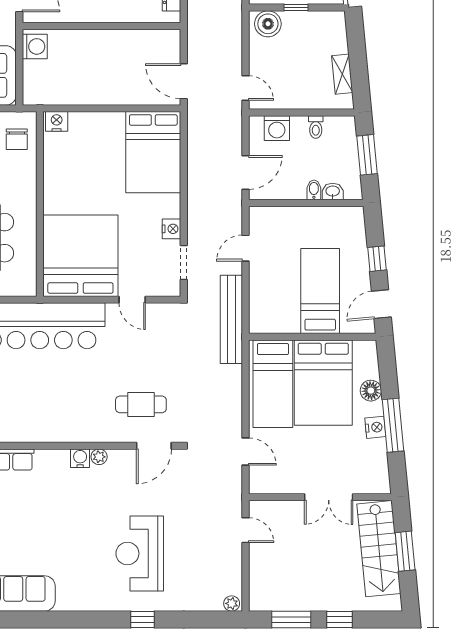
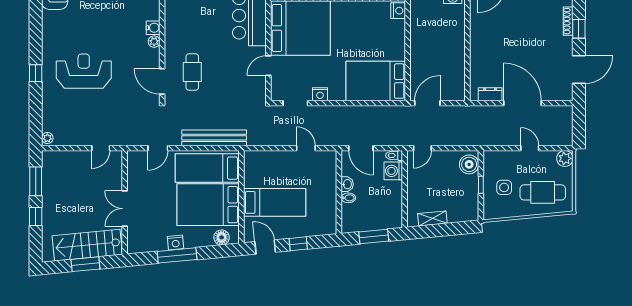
toilet: (316, 127) -> (394, 155), moved
washbasin: (333, 192) -> (347, 184), moved
bench: (231, 319) -> (214, 138), moved
floor lamp: (371, 391) -> (222, 237), moved

